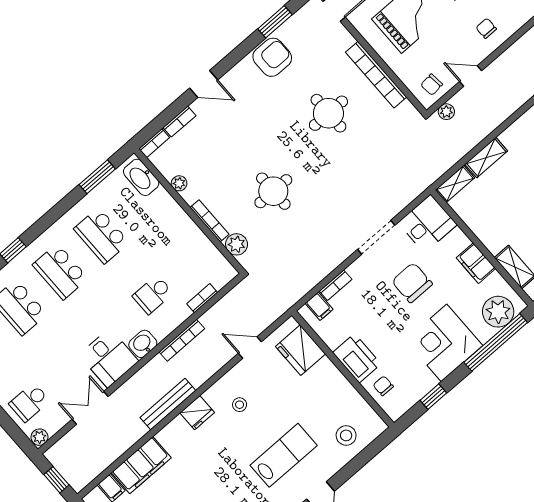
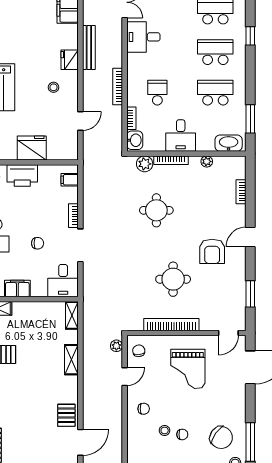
armchair: (272, 57) -> (212, 251), moved
door: (204, 84) -> (250, 237), moved
bookcase: (154, 143) -> (241, 167), removed
shelving: (486, 158) -> (71, 360), moved
desk: (176, 233) -> (181, 136), added
chair: (412, 283) -> (38, 243), width x0.54, depth x0.54
bookcase: (336, 285) -> (73, 216), moved
washbasin: (143, 344) -> (135, 140), moved
fridge: (301, 350) -> (32, 148), moved

